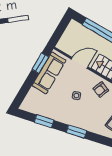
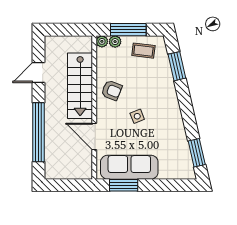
window: (44, 121) -> (197, 153), moved
window: (76, 132) -> (177, 66), moved

